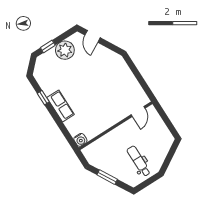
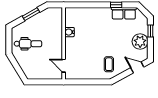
coffee table: (108, 67) -> (109, 64), added
row of seats: (61, 106) -> (124, 13), moved
water cooler: (80, 140) -> (69, 32), moved

